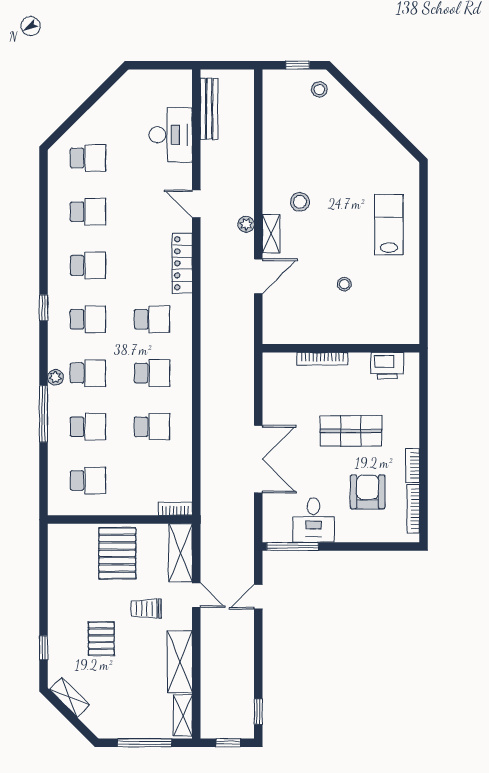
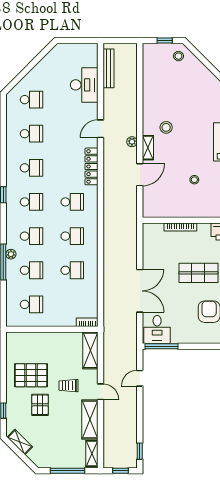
door: (196, 204) -> (100, 129), hinge flipped
plant: (55, 377) -> (11, 254), moved
desk: (313, 520) -> (157, 329), moved
pallet: (117, 553) -> (31, 375), moved, turned 90
door: (196, 595) -> (100, 392), moved

